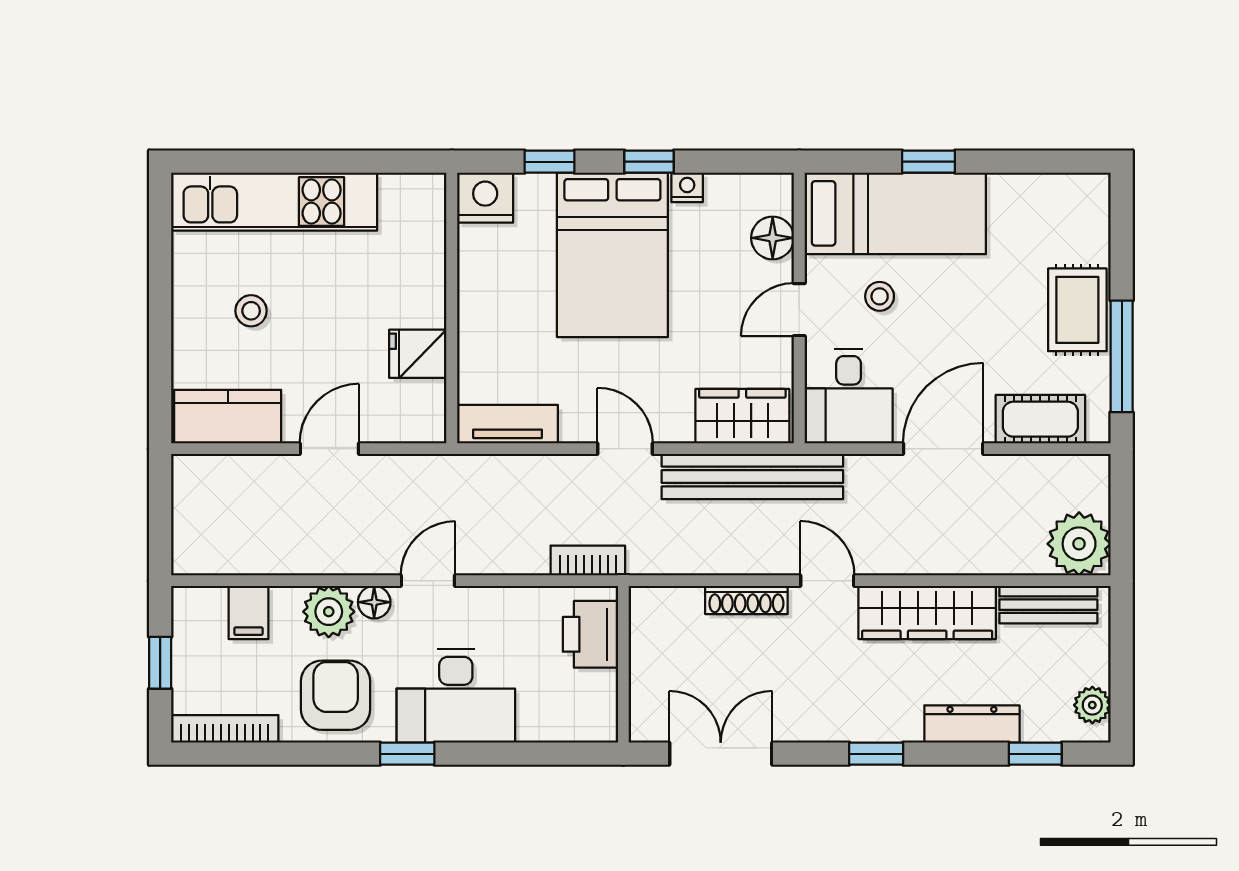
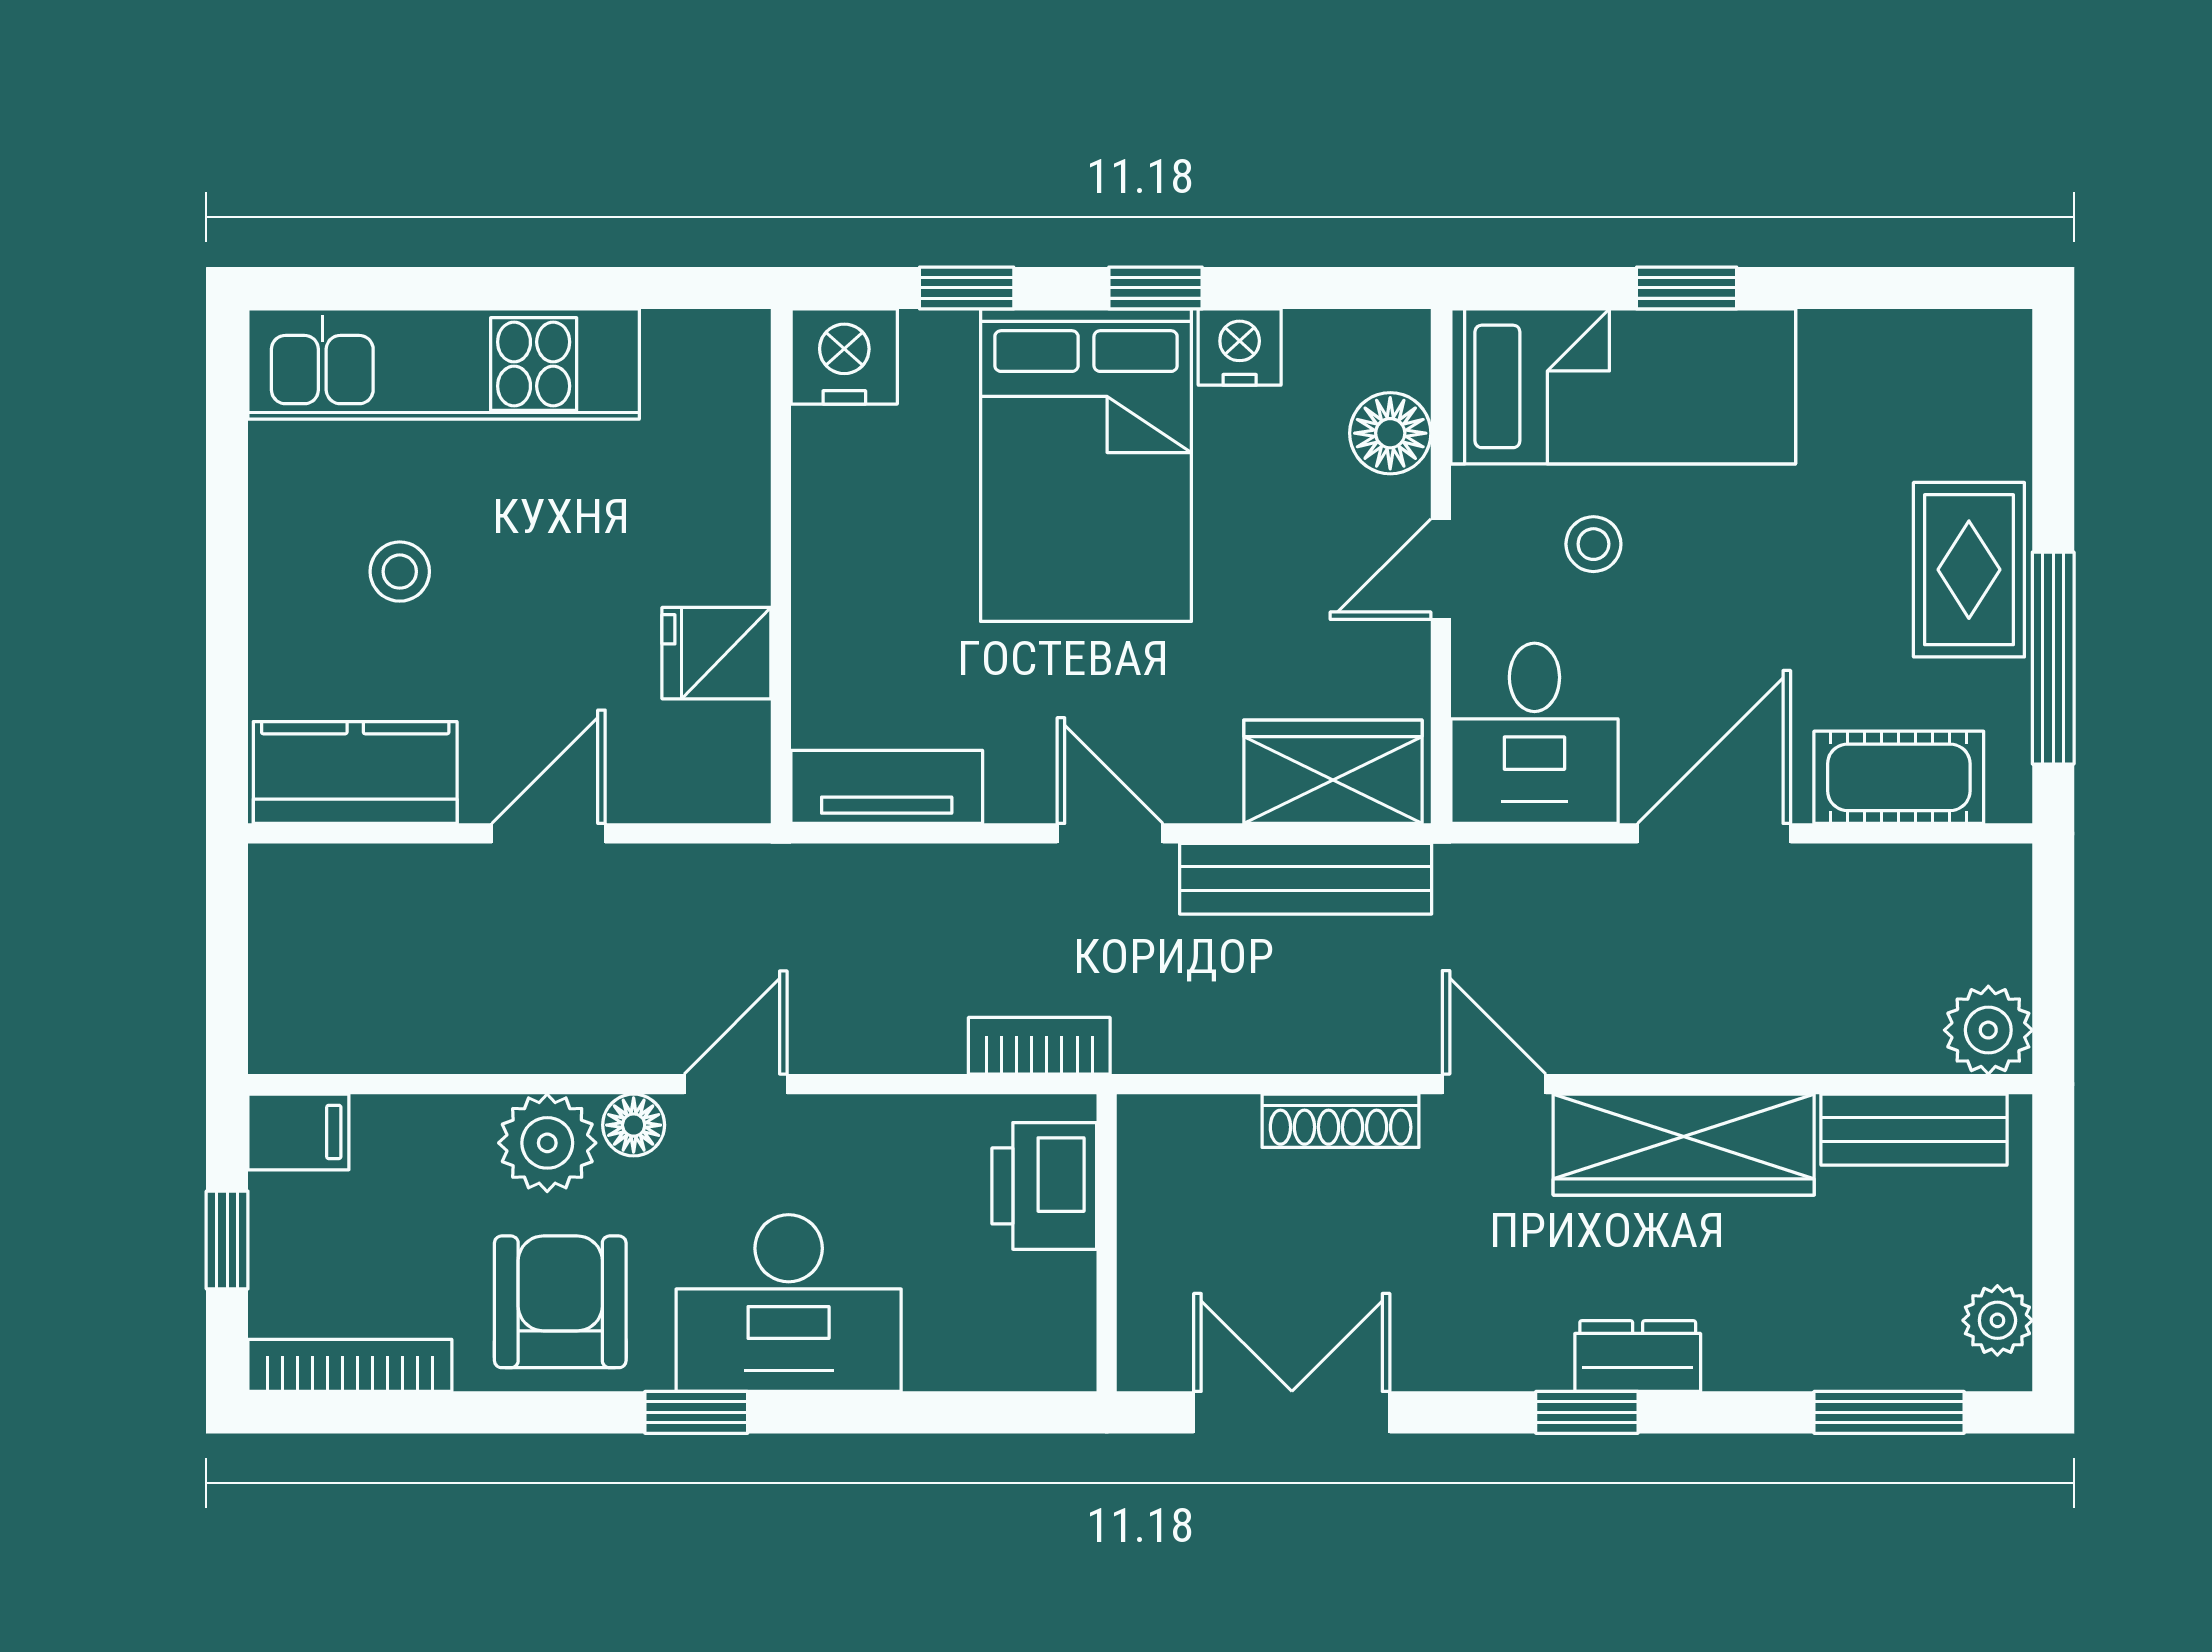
nightstand: (687, 187) -> (1240, 347), width x1.39, depth x1.35
bench: (752, 477) -> (1306, 879), width x0.73, depth x0.82
plant: (1079, 544) -> (1988, 1030), width x0.73, depth x0.73
filing cabinet: (248, 613) -> (298, 1132), moved, turned -90
dresser: (972, 724) -> (1638, 1356), moved, width x0.70
window: (1035, 754) -> (1889, 1412), width x1.50

